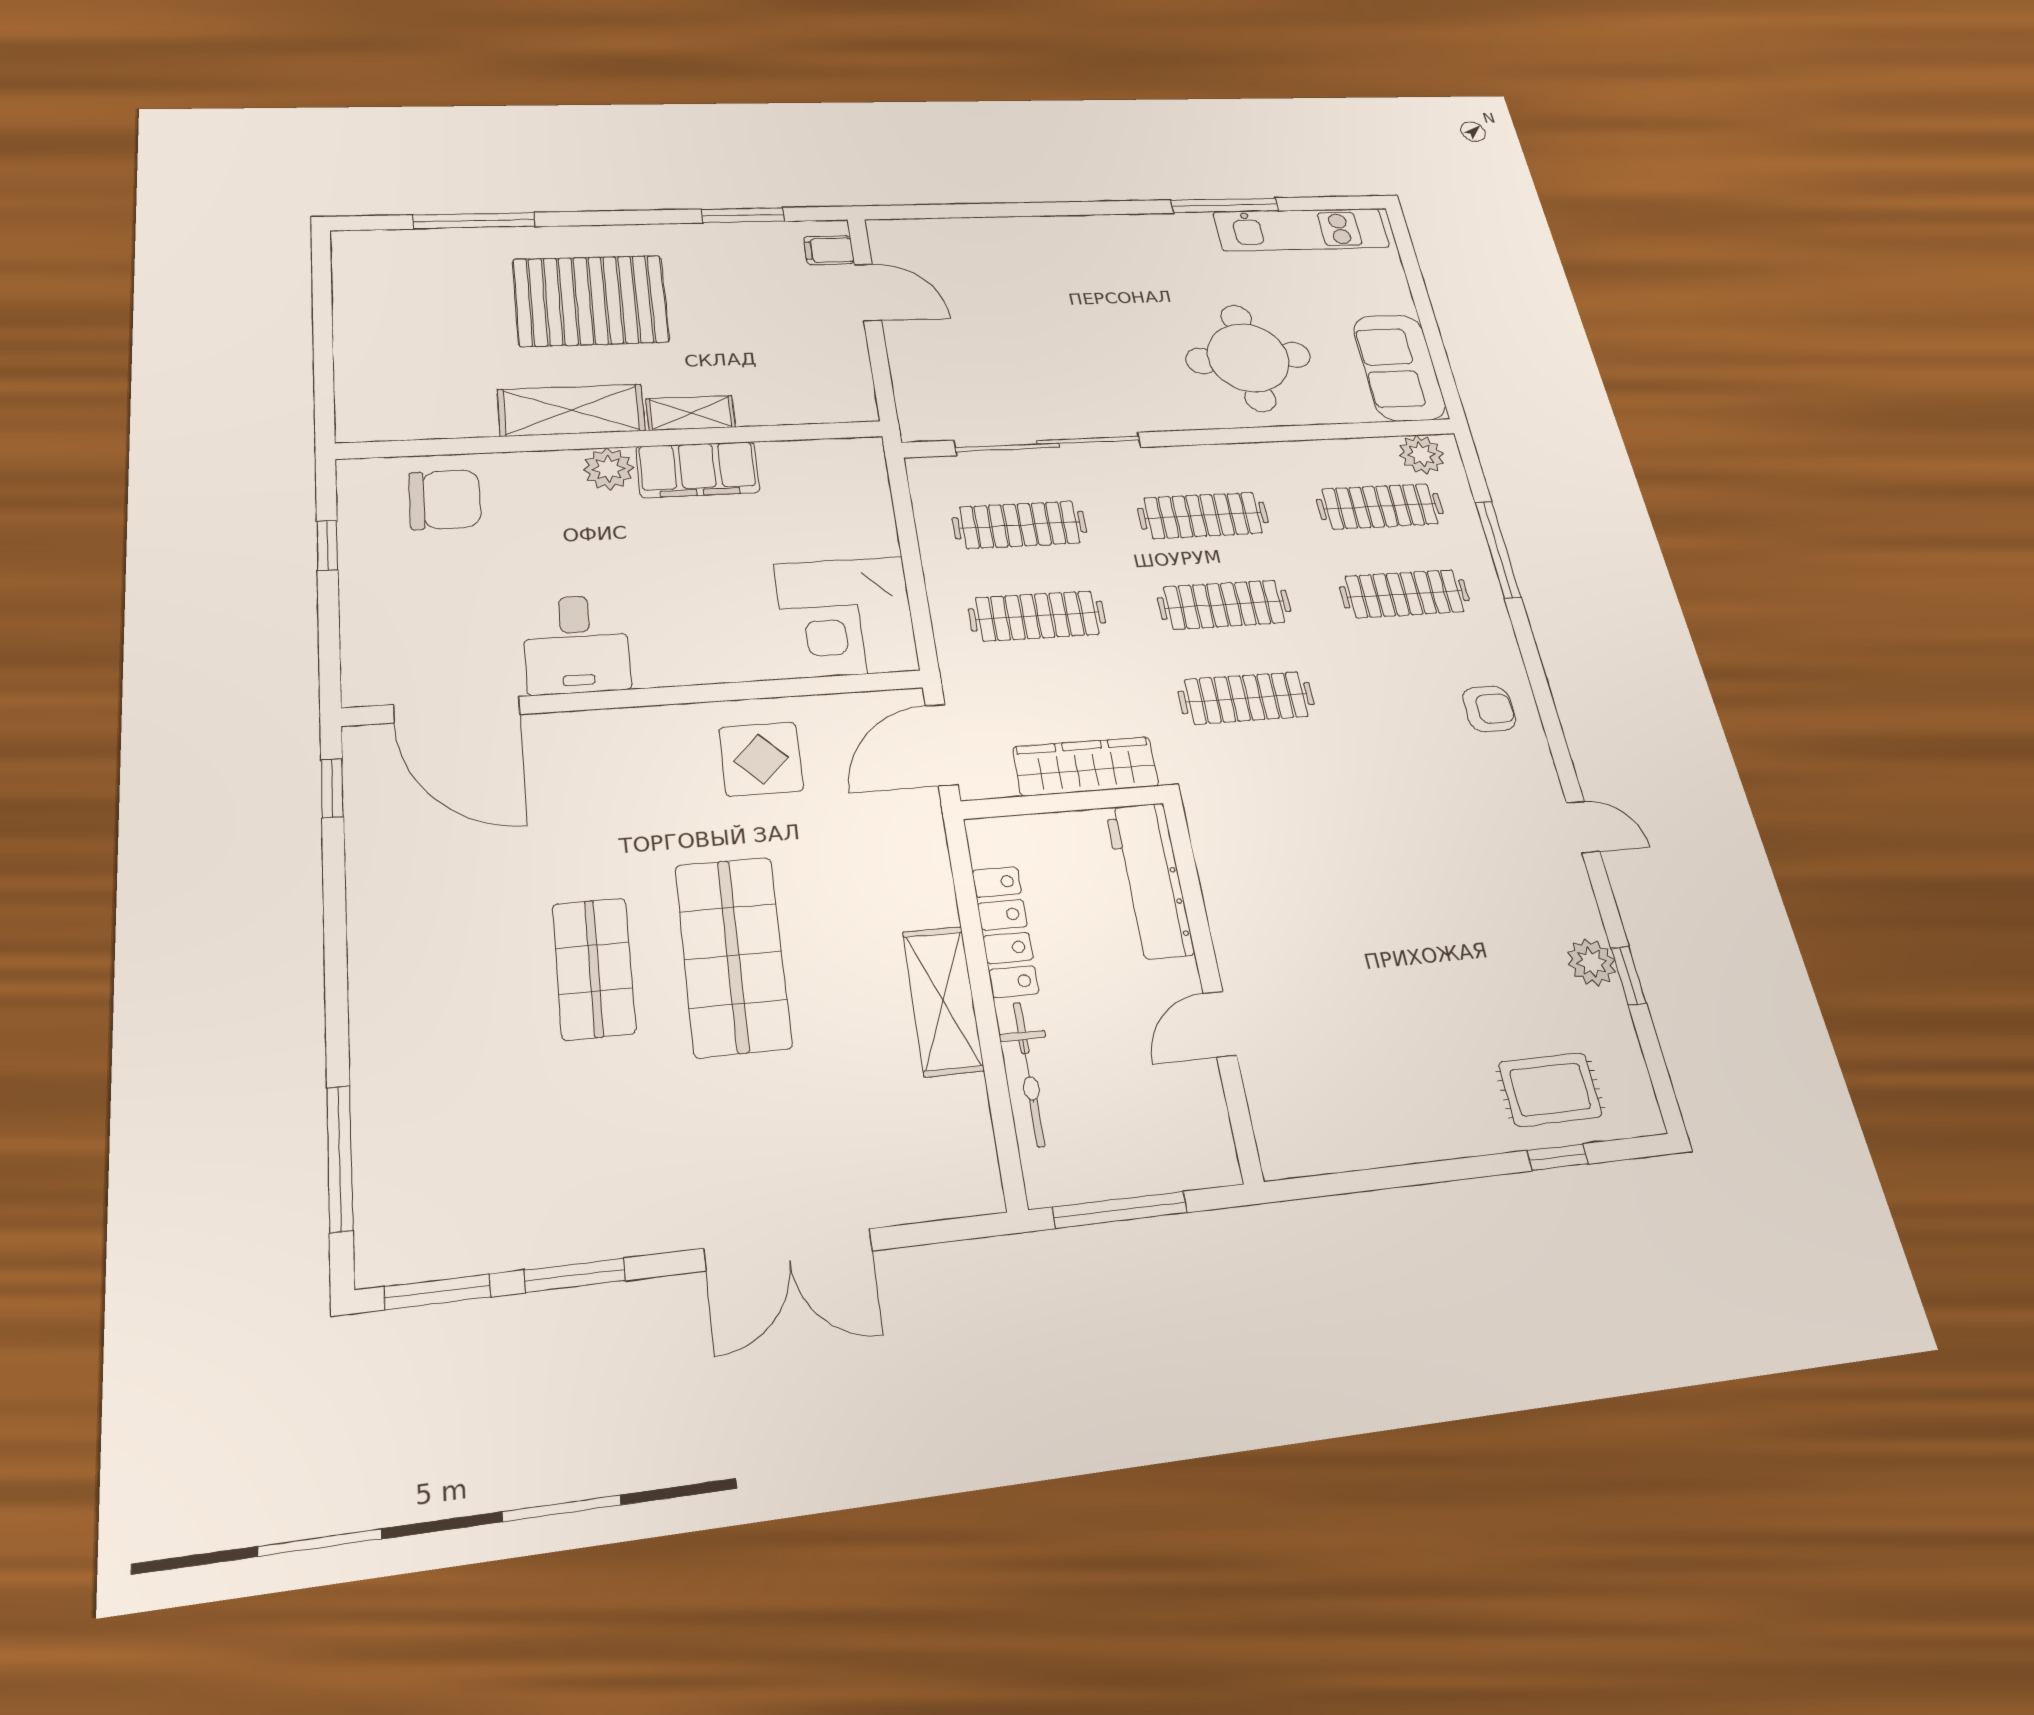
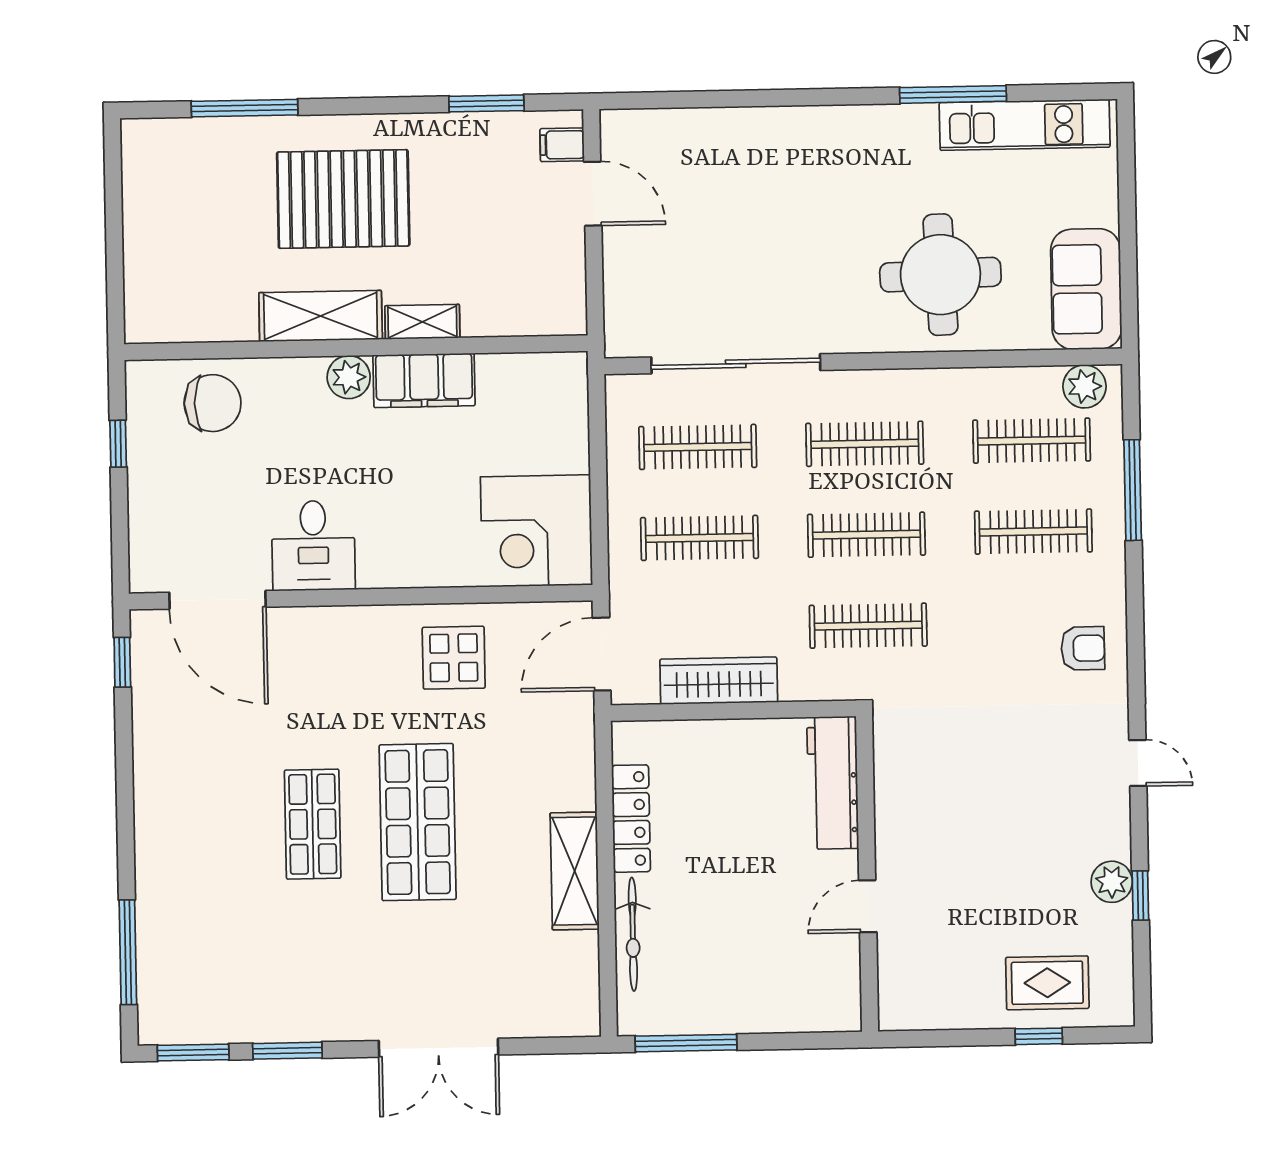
workbench: (1149, 880) -> (833, 783), moved
wall: (1211, 985) -> (867, 874), moved
door: (1220, 1024) -> (868, 906), moved

